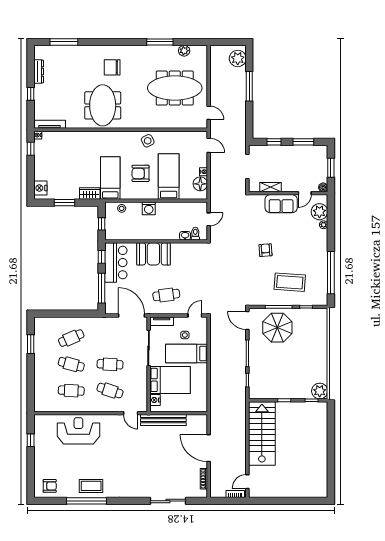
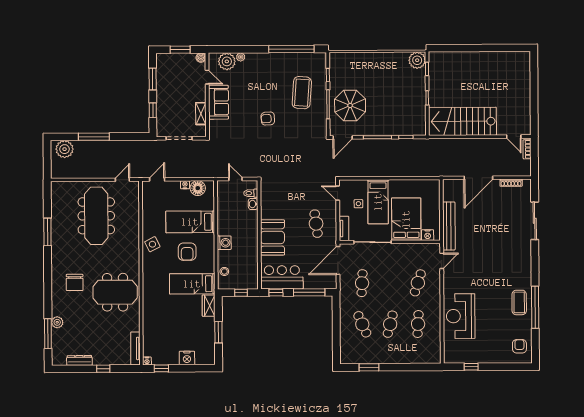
plant: (184, 51) -> (57, 322), moved
nightstand: (40, 188) -> (187, 358), moved
cafe table: (110, 364) -> (362, 283), moved

